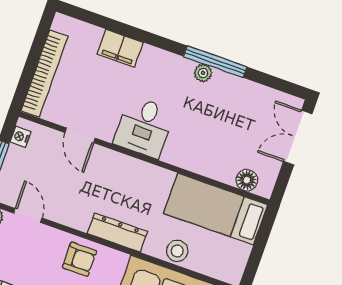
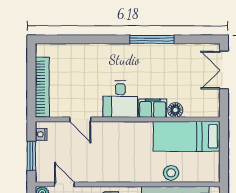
filing cabinet: (120, 48) -> (153, 108), moved, turned 180
plant: (203, 73) -> (147, 50), removed
floor lamp: (247, 180) -> (175, 110), moved
dresser: (117, 233) -> (127, 175), removed

